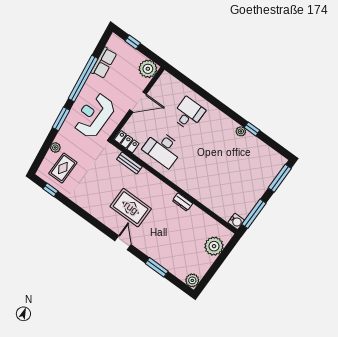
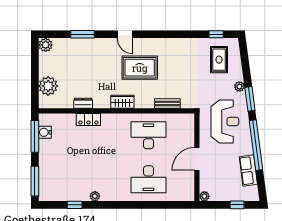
plant: (148, 69) -> (204, 196), width x0.53, depth x0.53
desk: (188, 114) -> (149, 179), width x1.37
window: (252, 129) -> (75, 205), moved
locker: (127, 142) -> (88, 119), moved
plant: (55, 147) -> (239, 87), moved
wardrobe: (164, 191) -> (122, 102), added
dresser: (182, 202) -> (83, 103), moved
water cooler: (236, 221) -> (45, 132), moved

